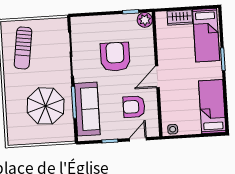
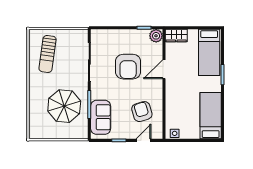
wardrobe: (180, 17) -> (176, 36), moved
armchair: (115, 57) -> (128, 67), turned 180
door: (157, 77) -> (164, 69), moved
armchair: (134, 107) -> (142, 112), turned 73
sofa: (87, 109) -> (101, 117), width x0.73

